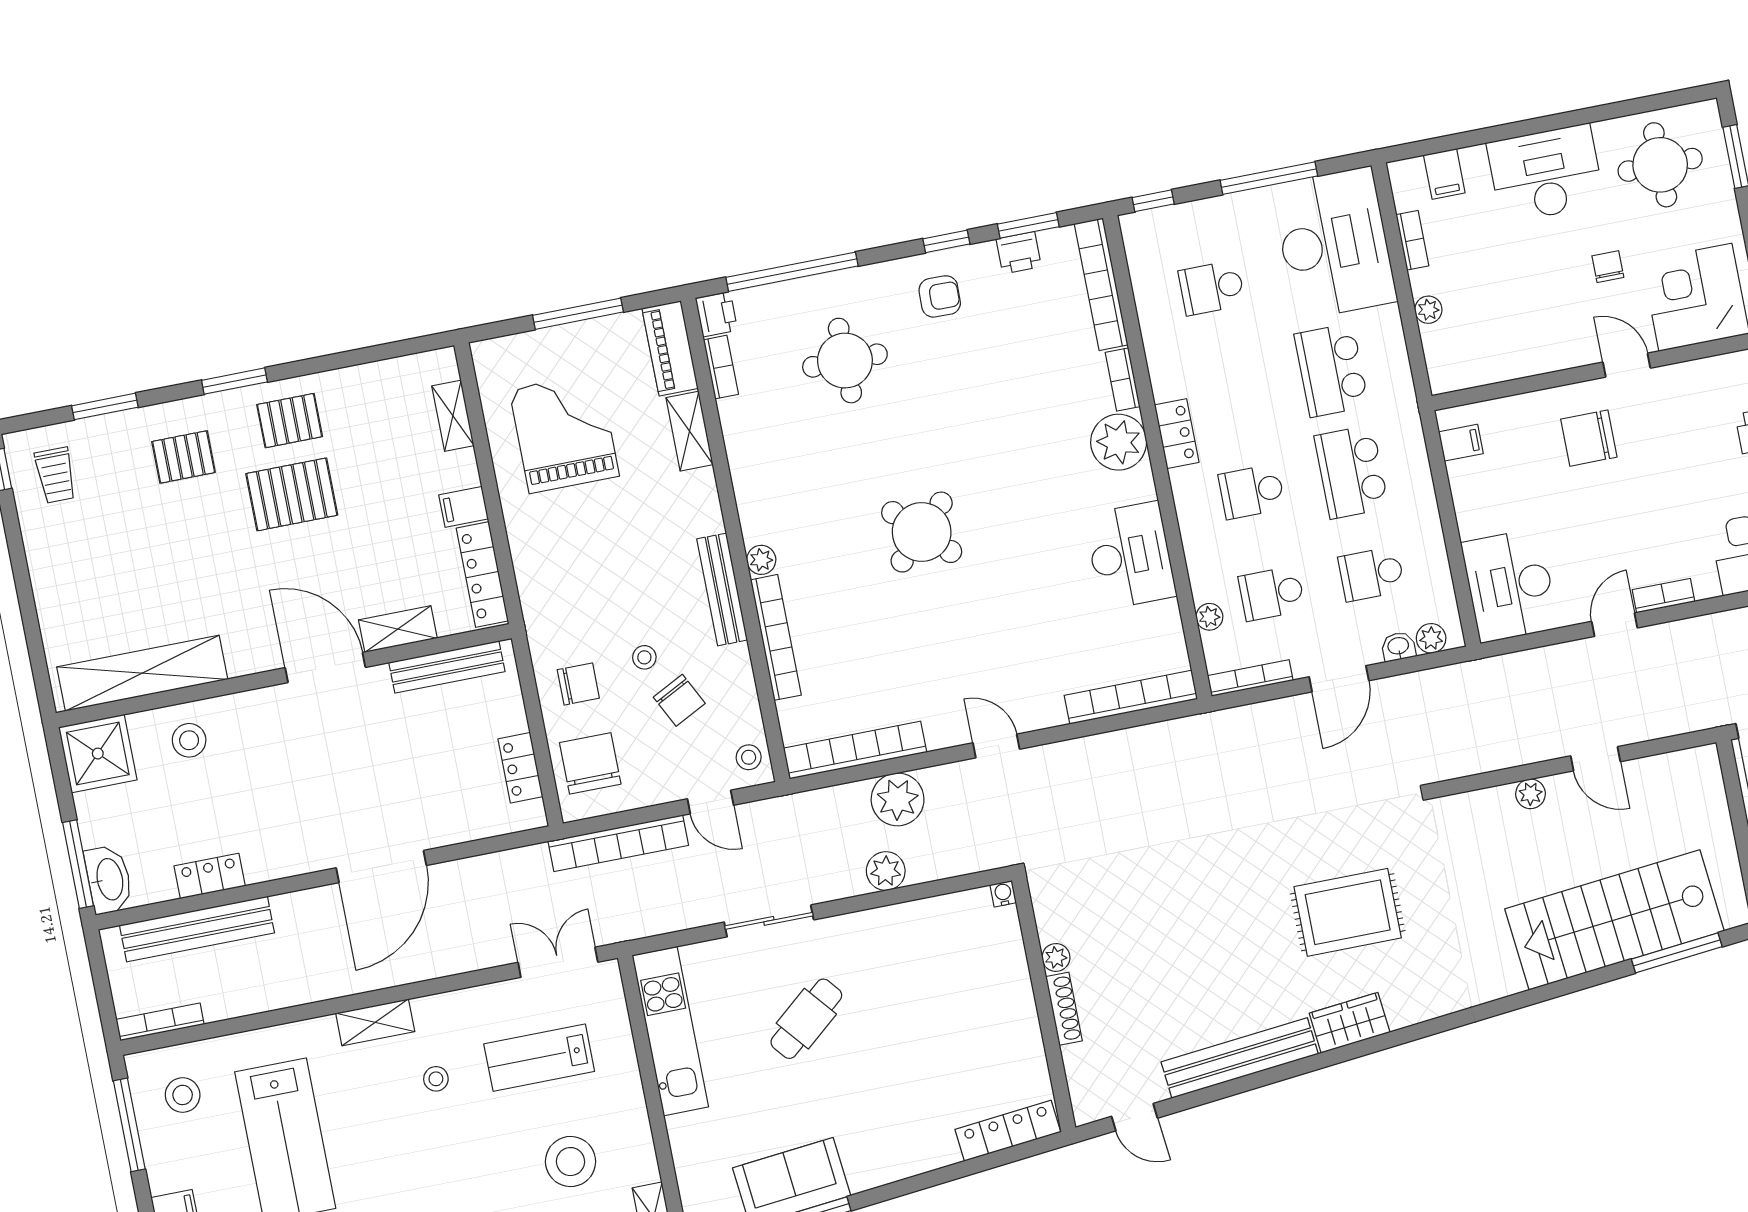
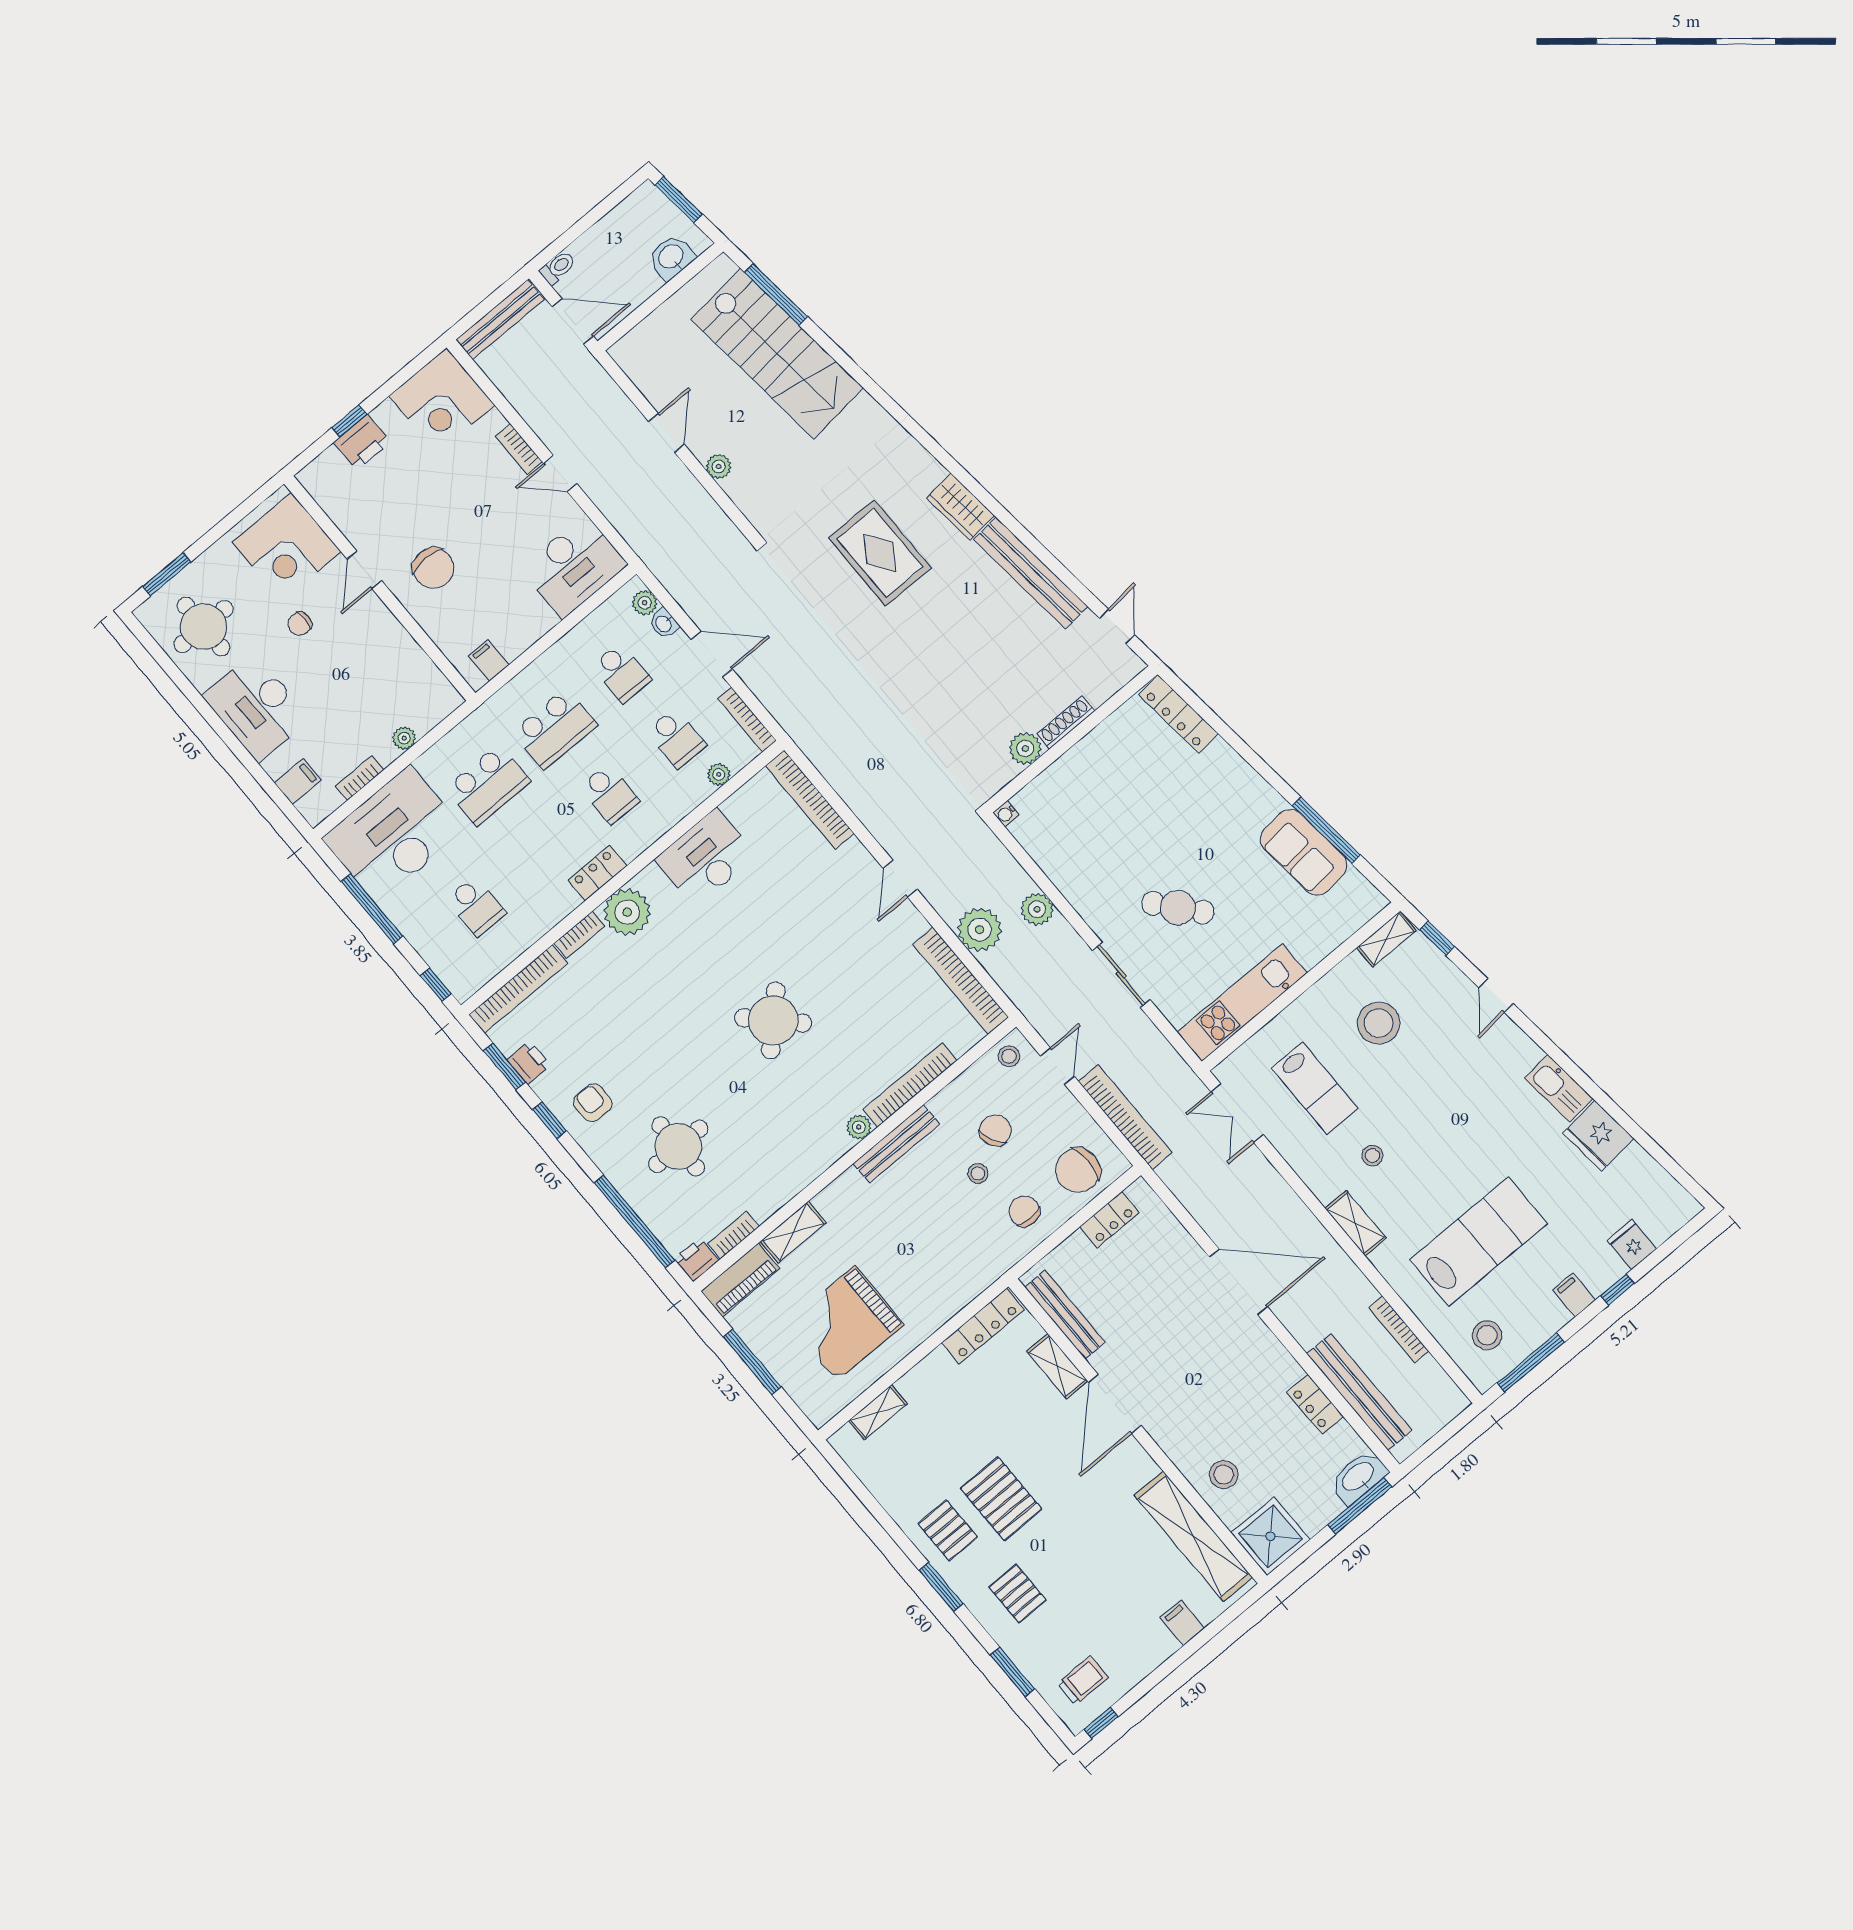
filing cabinet: (464, 507) -> (1182, 1623), moved, turned 180
plant: (1056, 957) -> (1025, 749), width x1.38, depth x1.38
bookcase: (160, 1022) -> (1399, 1329), moved

